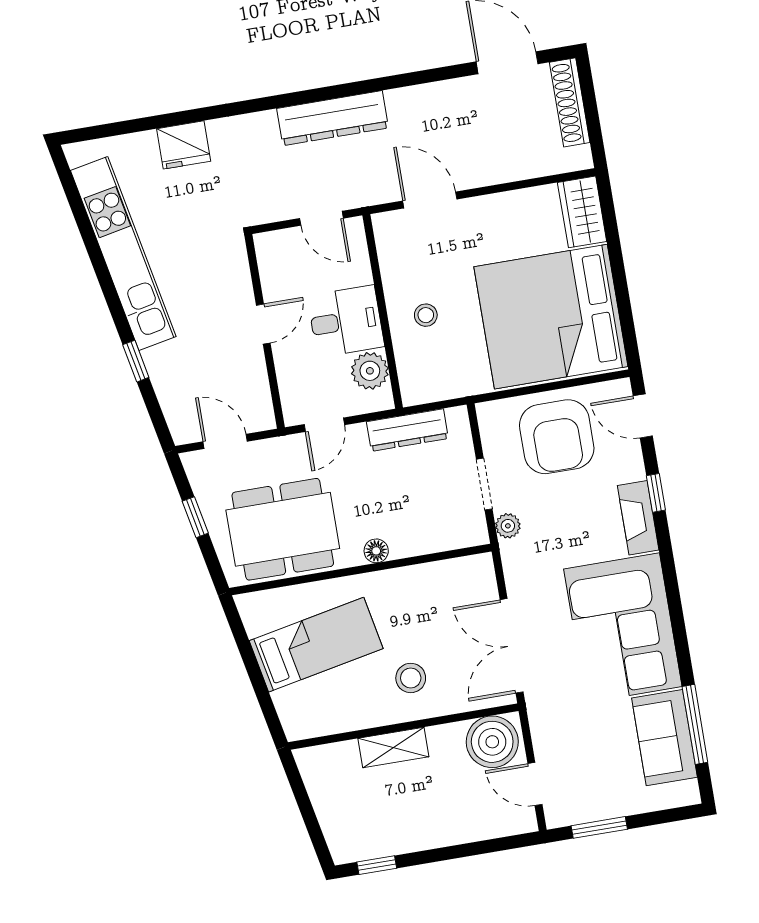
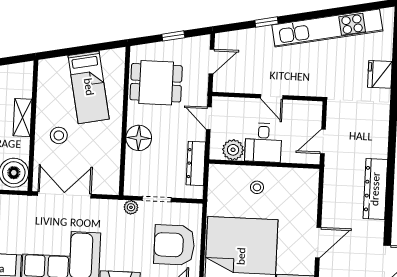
dresser: (333, 118) -> (375, 189), moved
door: (430, 200) -> (318, 243), moved
dining table: (283, 529) -> (156, 83), width x0.73
floor lamp: (376, 551) -> (139, 138), width x1.89, depth x1.89

